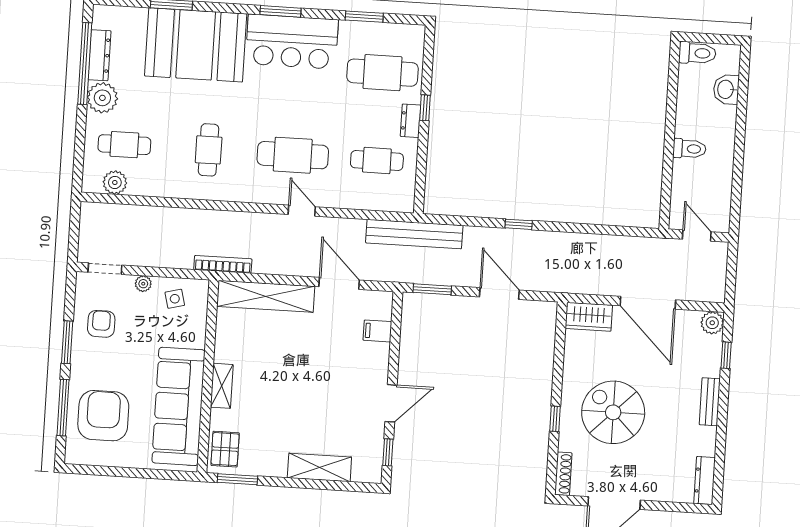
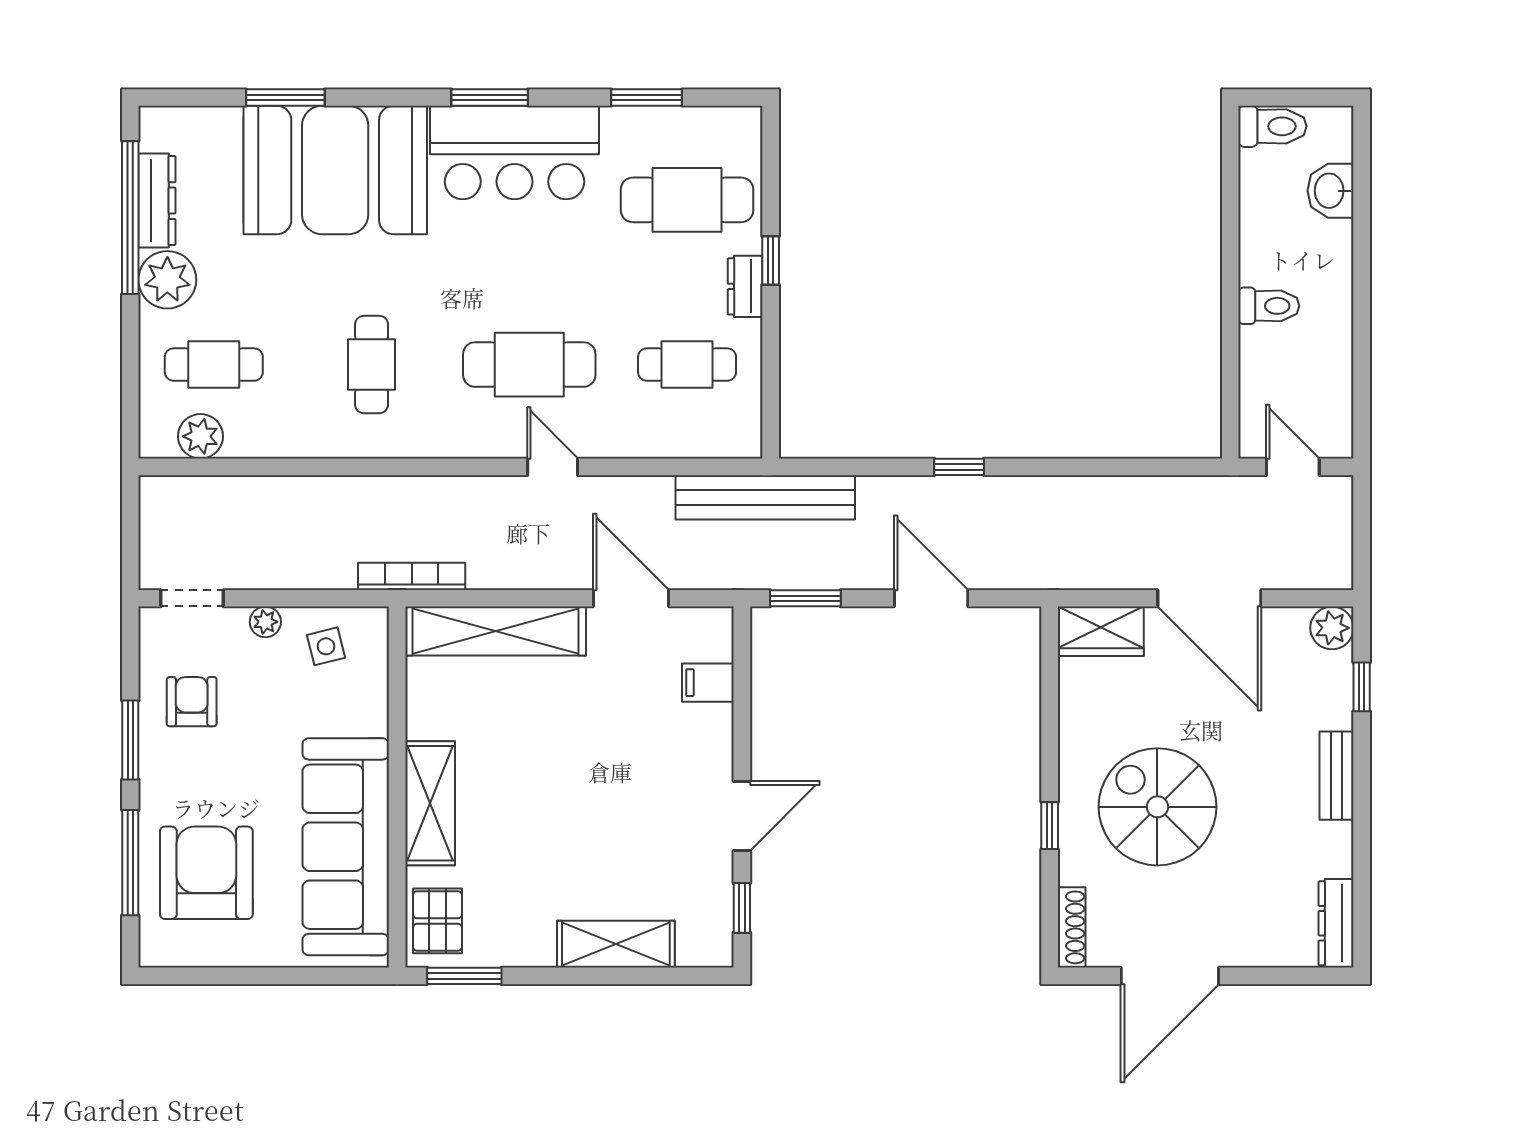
shelving: (222, 386) -> (430, 803), width x1.50, depth x1.33

